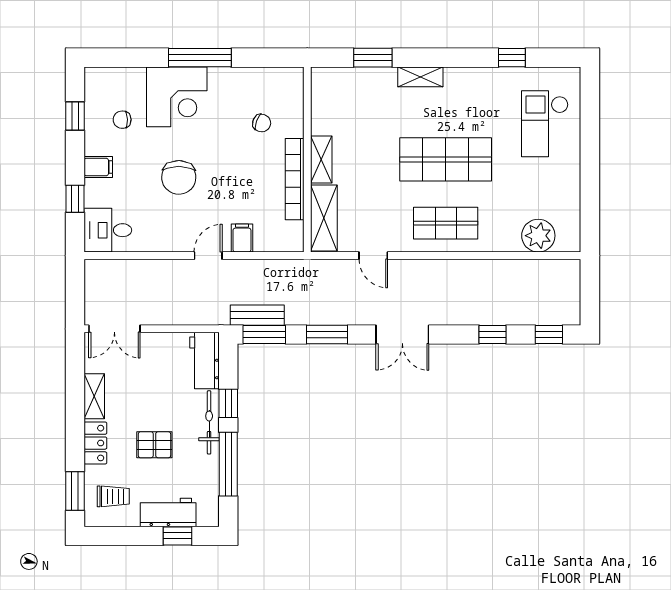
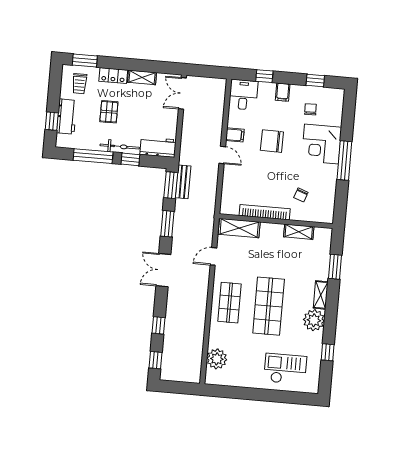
plant: (462, 84) -> (314, 320), added
shelving: (321, 159) -> (299, 232), moved
filing cabinet: (242, 238) -> (235, 135), moved

